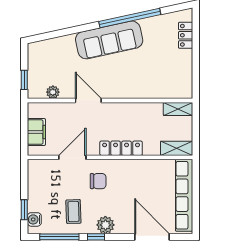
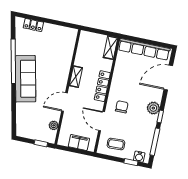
shelving: (178, 109) -> (76, 77), moved
coffee table: (73, 212) -> (116, 144), moved

